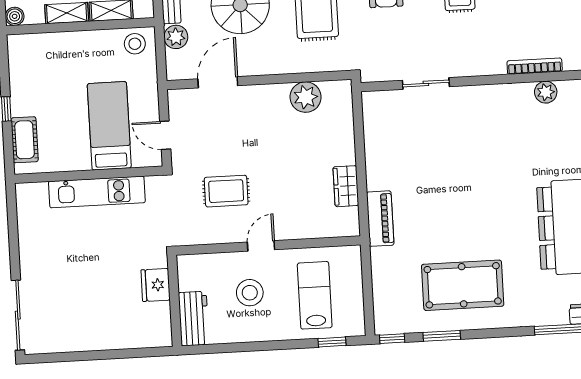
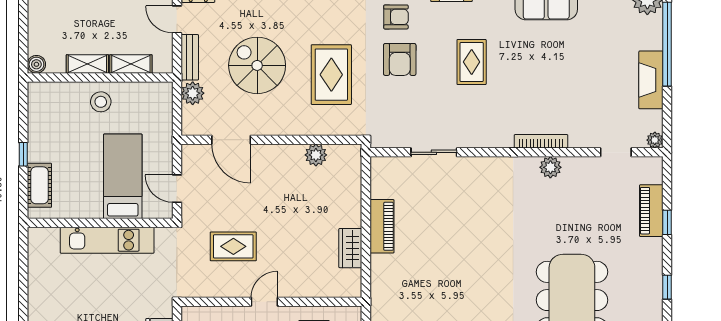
stool: (135, 44) -> (101, 102), moved
door: (218, 82) -> (231, 140), swing flipped
plant: (306, 97) -> (316, 155), width x0.73, depth x0.73
piano: (380, 219) -> (382, 226), moved

